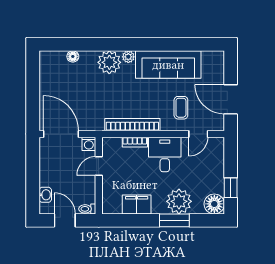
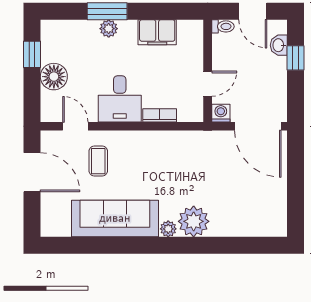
floor lamp: (73, 56) -> (242, 229), removed
bookcase: (132, 125) -> (163, 139), removed
door: (198, 134) -> (75, 126), hinge flipped
window: (33, 185) -> (295, 58), added
plant: (179, 201) -> (109, 29), width x0.53, depth x0.53
floor lamp: (214, 204) -> (54, 77), moved

